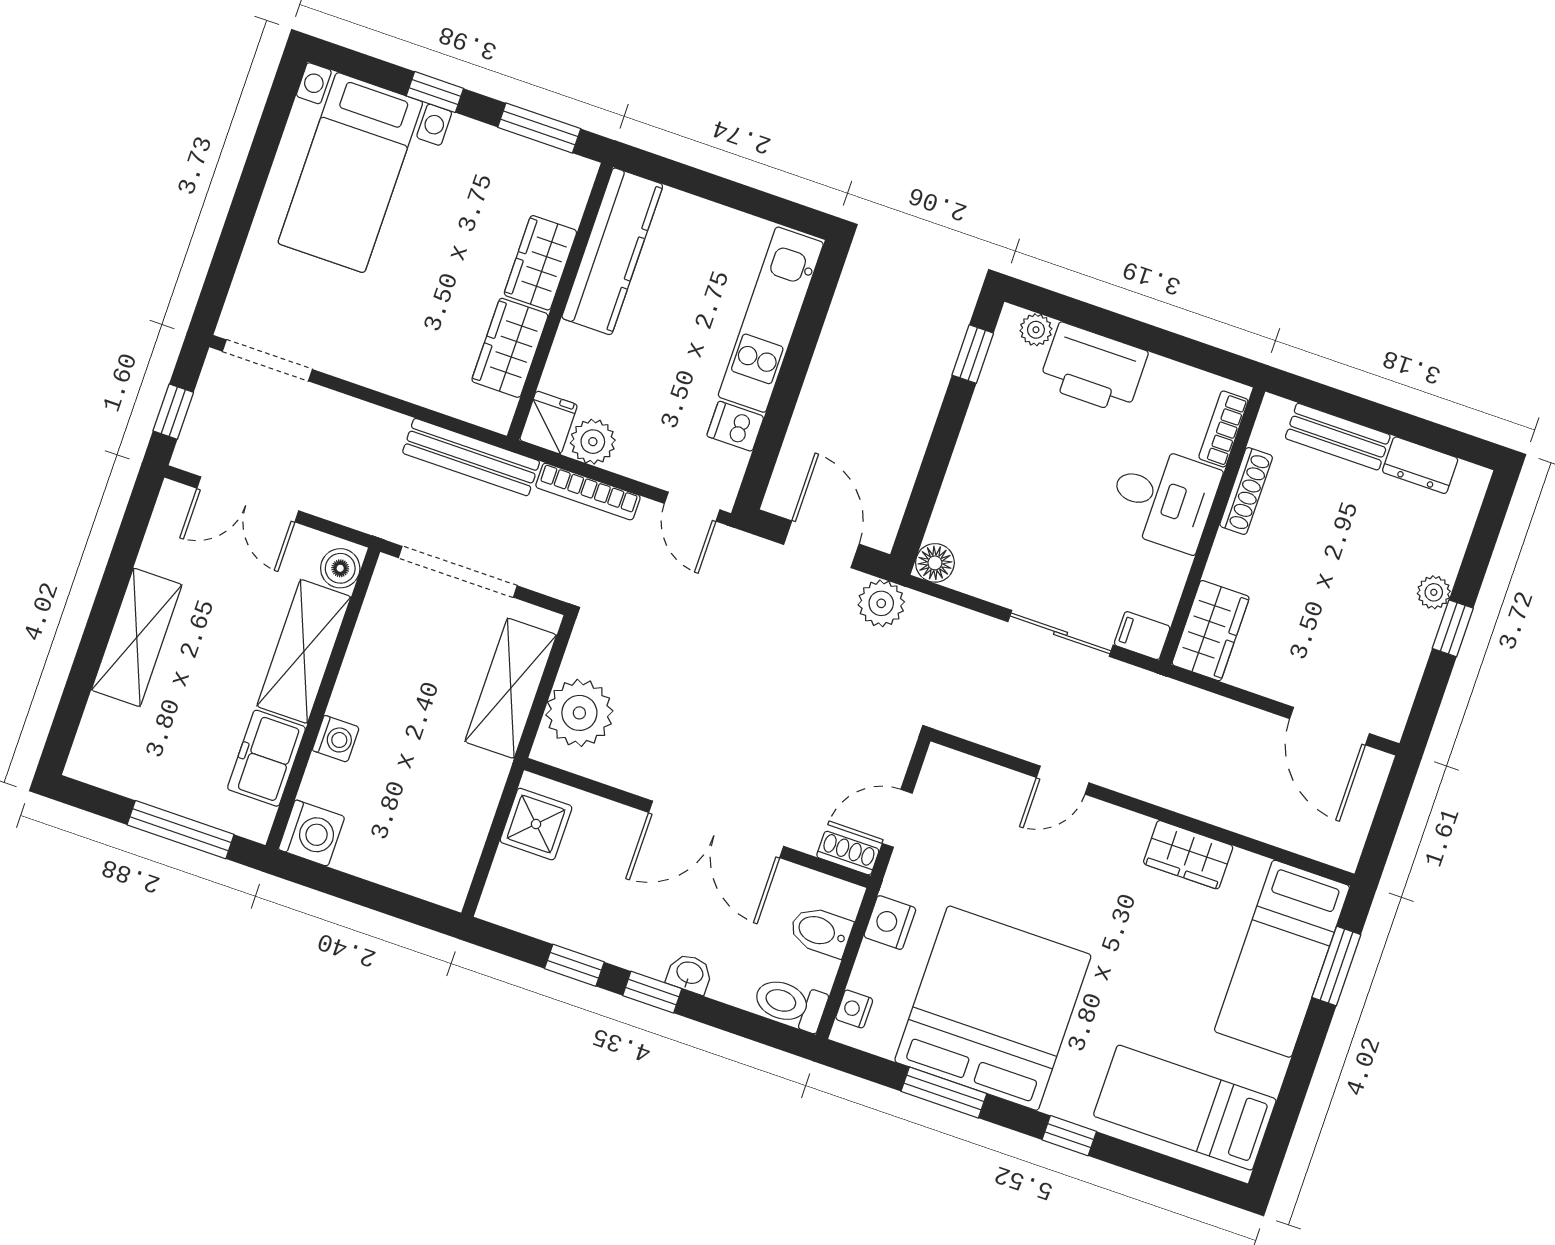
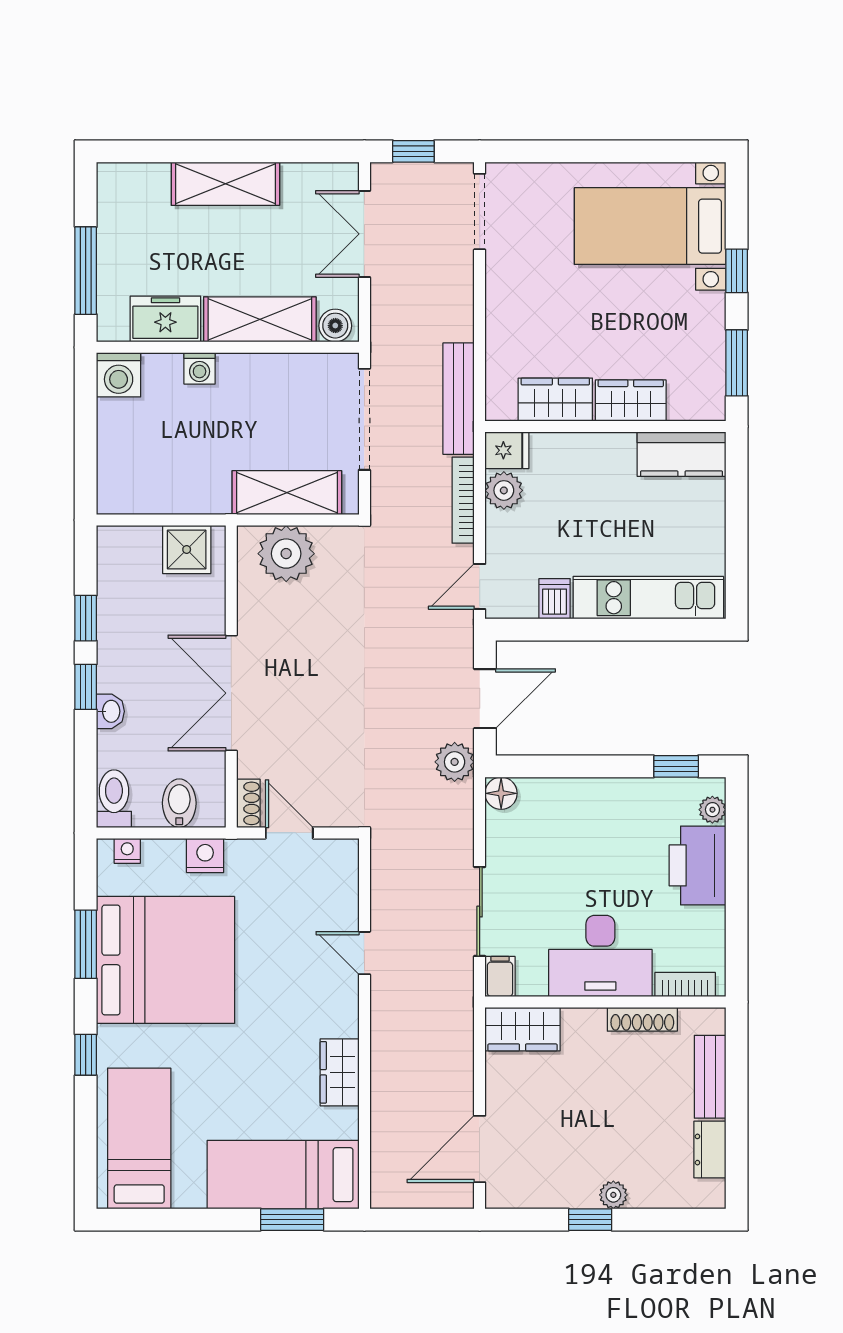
kitchen counter: (612, 251) -> (681, 454), width x0.67
desk: (1164, 498) -> (600, 956), width x1.37

